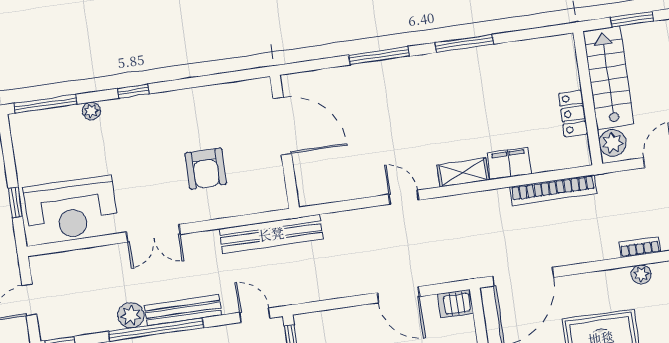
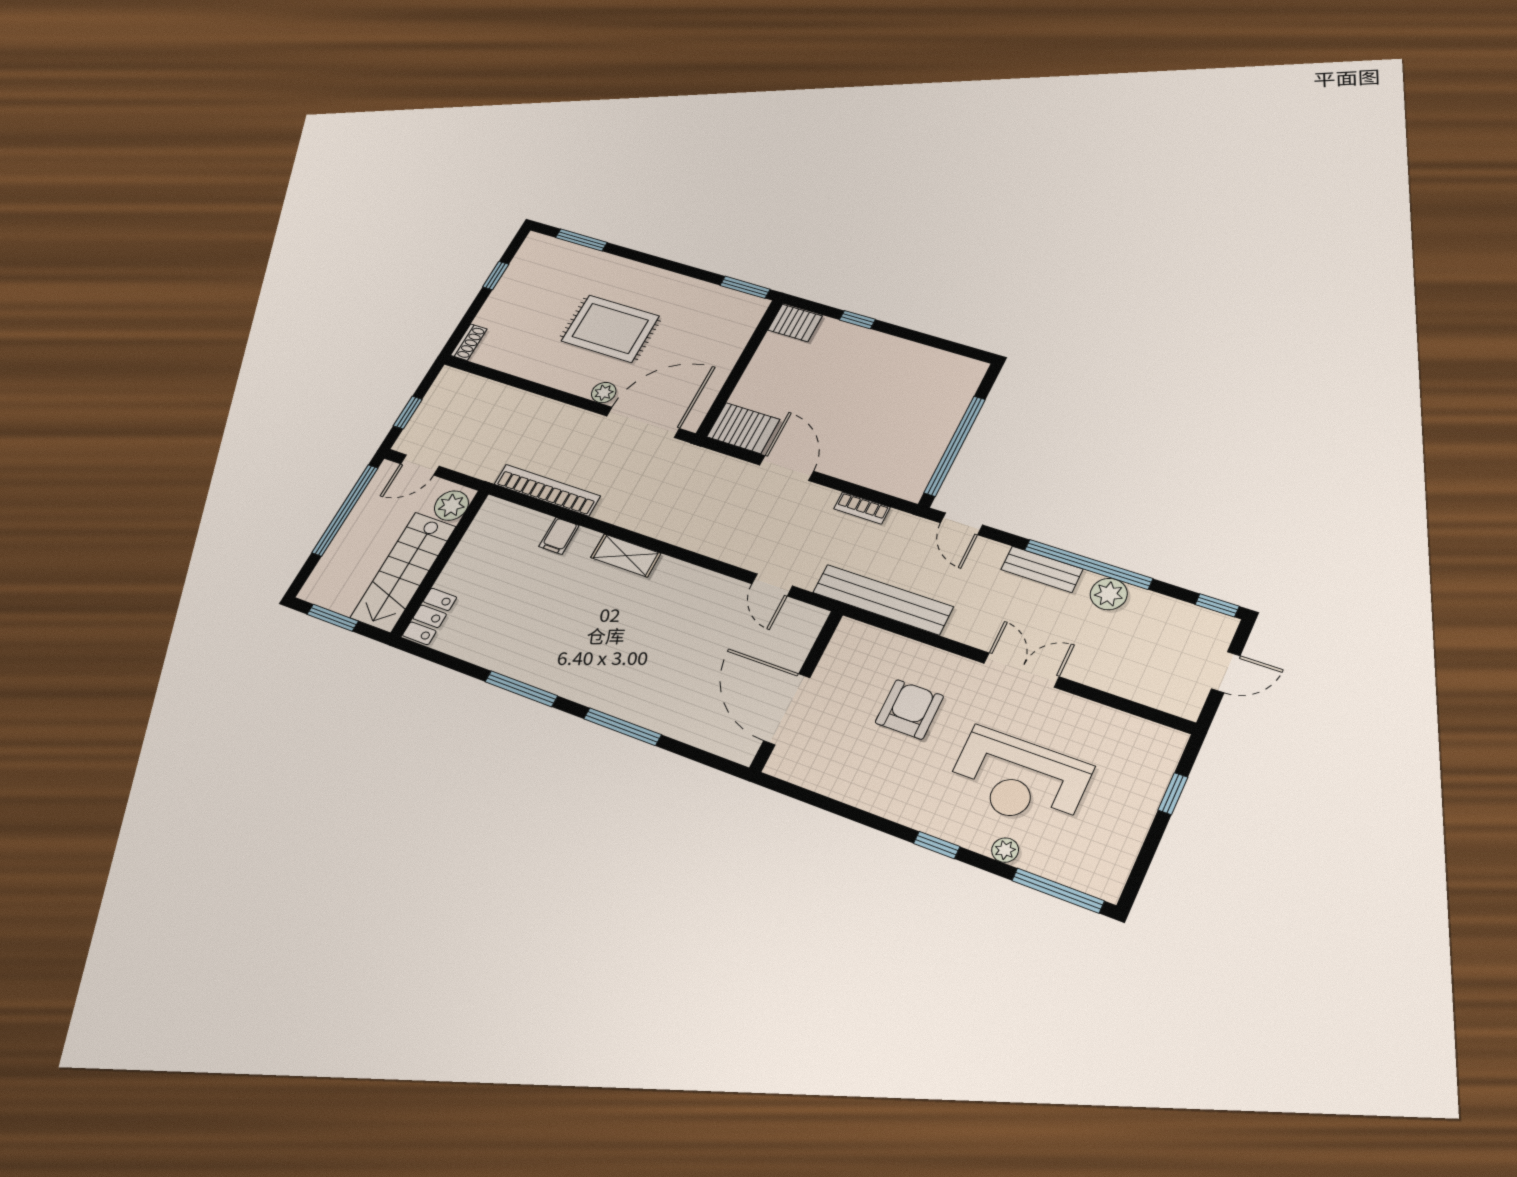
locker: (573, 114) -> (430, 616), moved
filing cabinet: (509, 163) -> (559, 536), width x0.50
door: (404, 197) -> (772, 585), moved
reception desk: (71, 209) -> (1019, 779), moved, turned 180
bookcase: (640, 247) -> (862, 508), moved
plant: (641, 274) -> (604, 393), moved
server rack: (456, 304) -> (743, 428), width x1.36, depth x1.44
bench: (183, 310) -> (1042, 569), width x0.73

